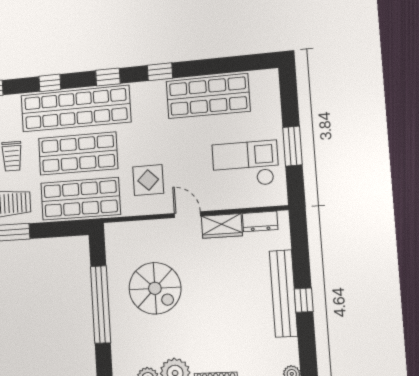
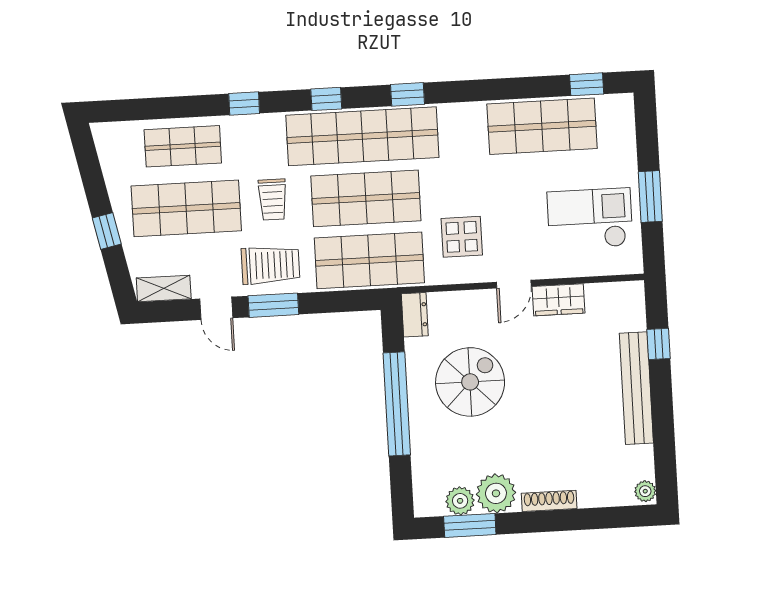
window: (160, 72) -> (587, 84), moved
door: (187, 215) -> (514, 284), swing flipped
dresser: (260, 221) -> (415, 315), moved, turned -90
spiral stairs: (155, 288) -> (470, 382), turned -90
window: (304, 300) -> (658, 344), moved

